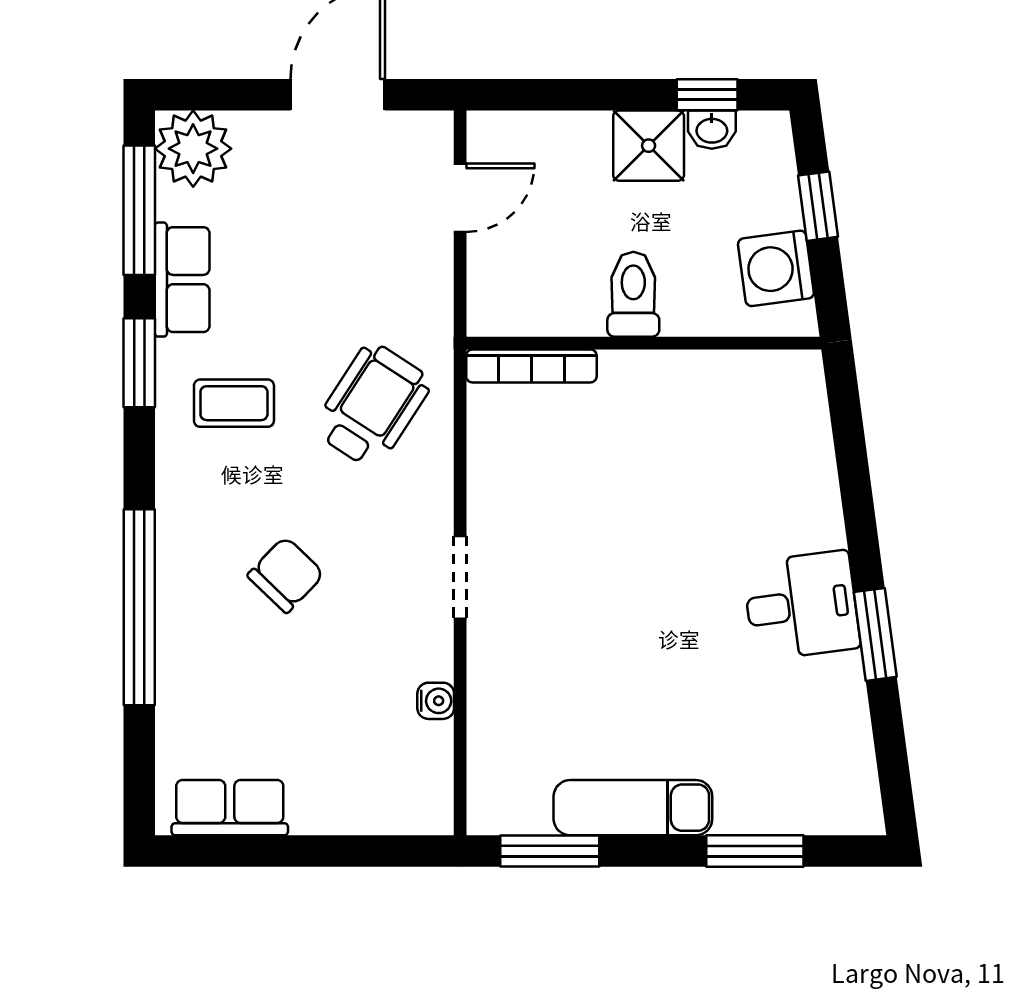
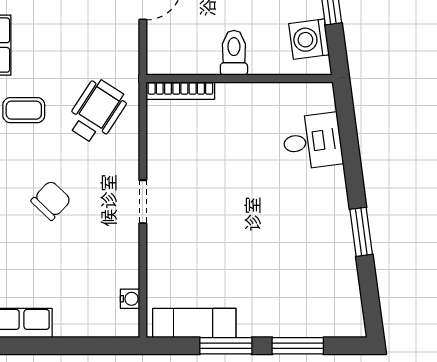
desk: (801, 606) -> (312, 141), moved
water cooler: (436, 701) -> (130, 299), moved
exam couch: (633, 808) -> (194, 323), moved
window: (550, 851) -> (226, 346), moved

